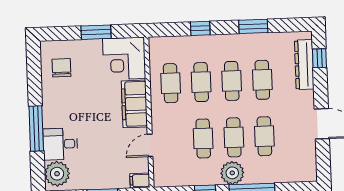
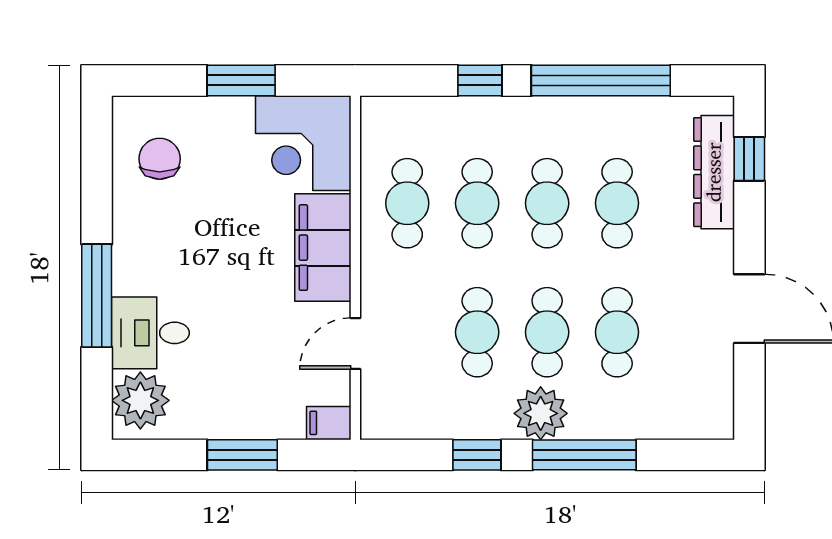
window: (253, 26) -> (601, 80), width x2.11

